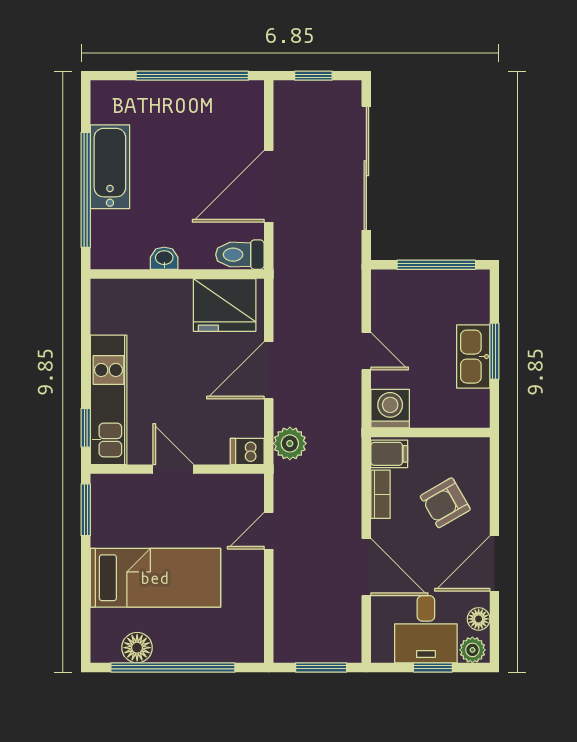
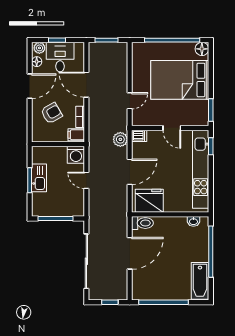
bathtub: (110, 167) -> (200, 281), moved
washbasin: (164, 258) -> (193, 221), moved
kitchen unit: (109, 400) -> (201, 169), width x1.36
bed: (155, 578) -> (180, 80), width x1.50
floor lamp: (137, 648) -> (202, 49), moved

